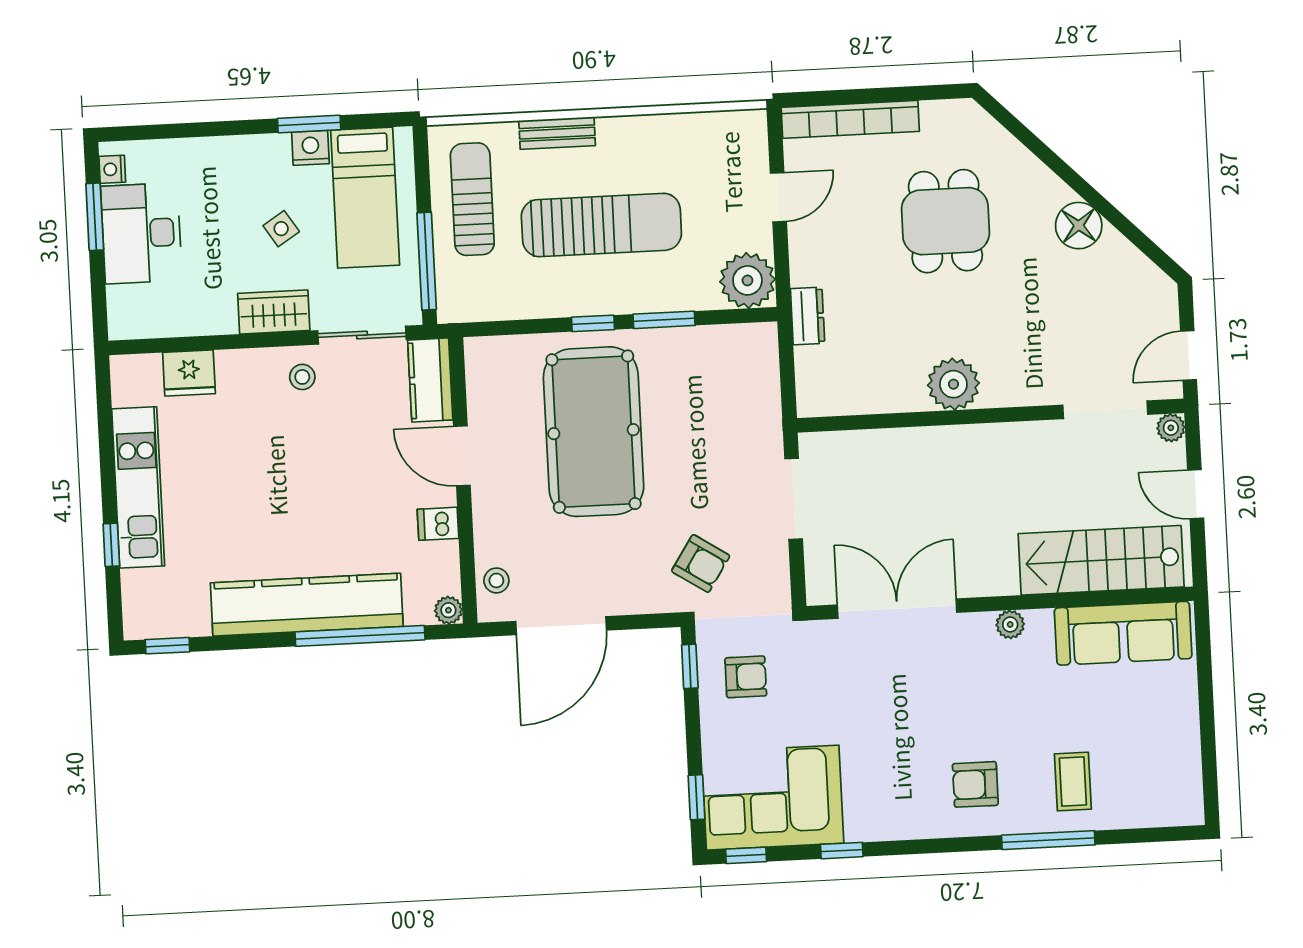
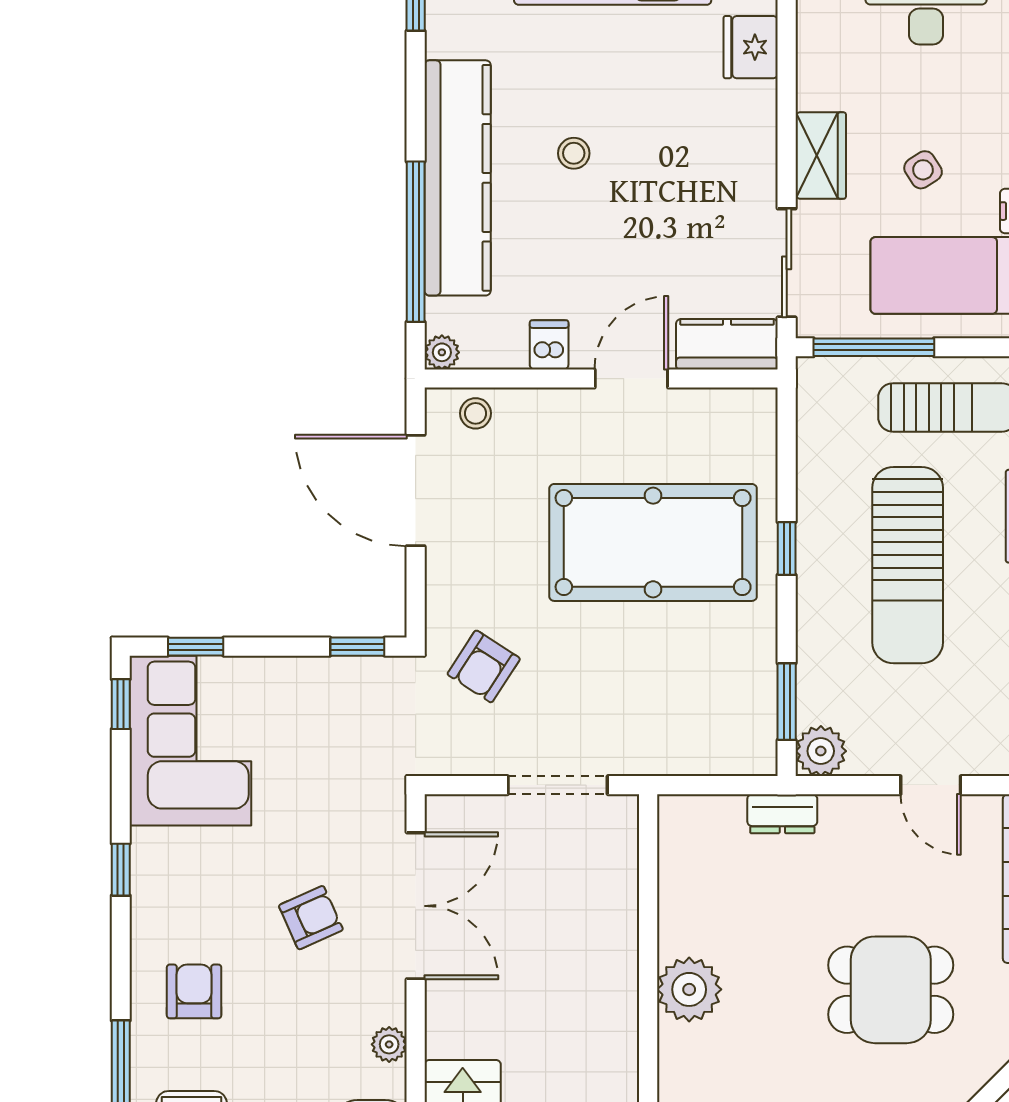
plant: (747, 280) -> (821, 751), width x0.73, depth x0.73
window: (664, 320) -> (787, 702), moved
stool: (302, 377) -> (574, 153), moved
armchair: (746, 677) -> (311, 918), moved, turned -114
window: (842, 851) -> (121, 870), moved

